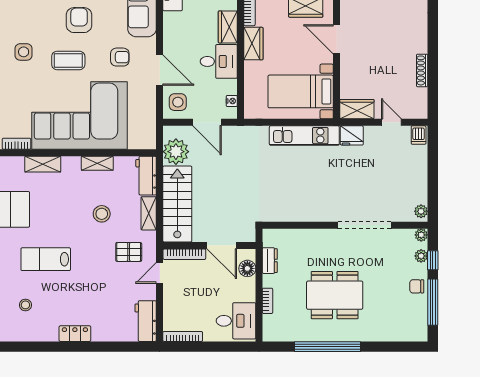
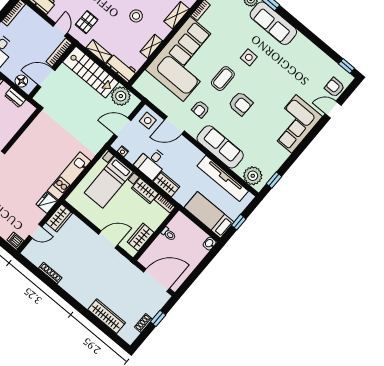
bed with nightstands: (301, 91) -> (109, 182), moved, turned 180
stool: (102, 214) -> (136, 16), moved

